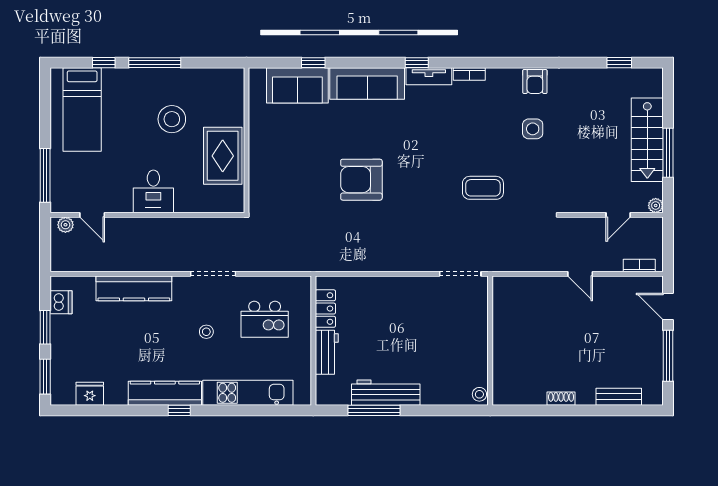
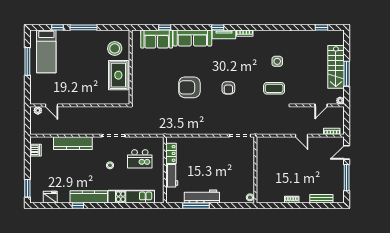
armchair: (535, 82) -> (228, 88), moved
stool: (172, 119) -> (115, 48), moved
window: (45, 175) -> (27, 61), moved
coffee table: (483, 188) -> (274, 88), moved
desk: (153, 191) -> (83, 93), removed
door: (668, 307) -> (347, 152), hinge flipped
window: (45, 327) -> (27, 163), removed
window: (179, 410) -> (78, 206), moved

